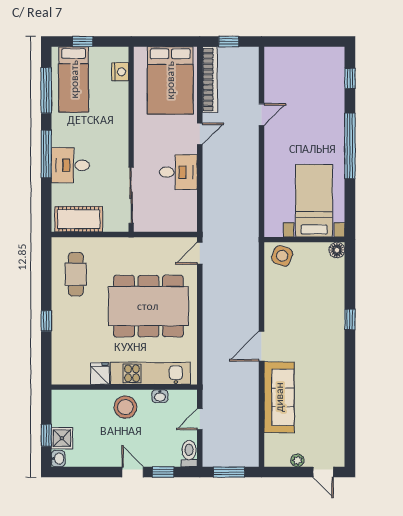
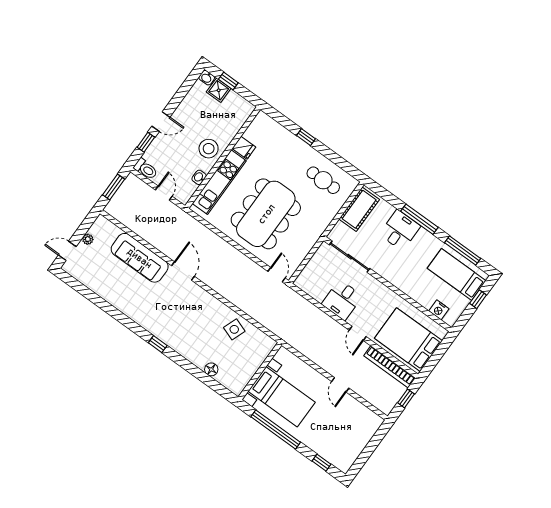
bed with nightstands: (314, 201) -> (282, 397), moved
wall: (304, 240) -> (260, 371), moved

